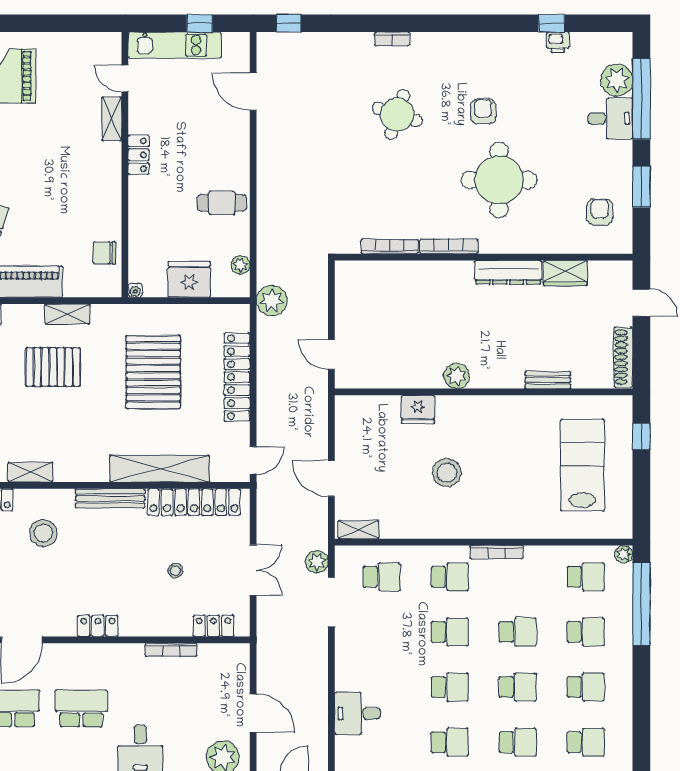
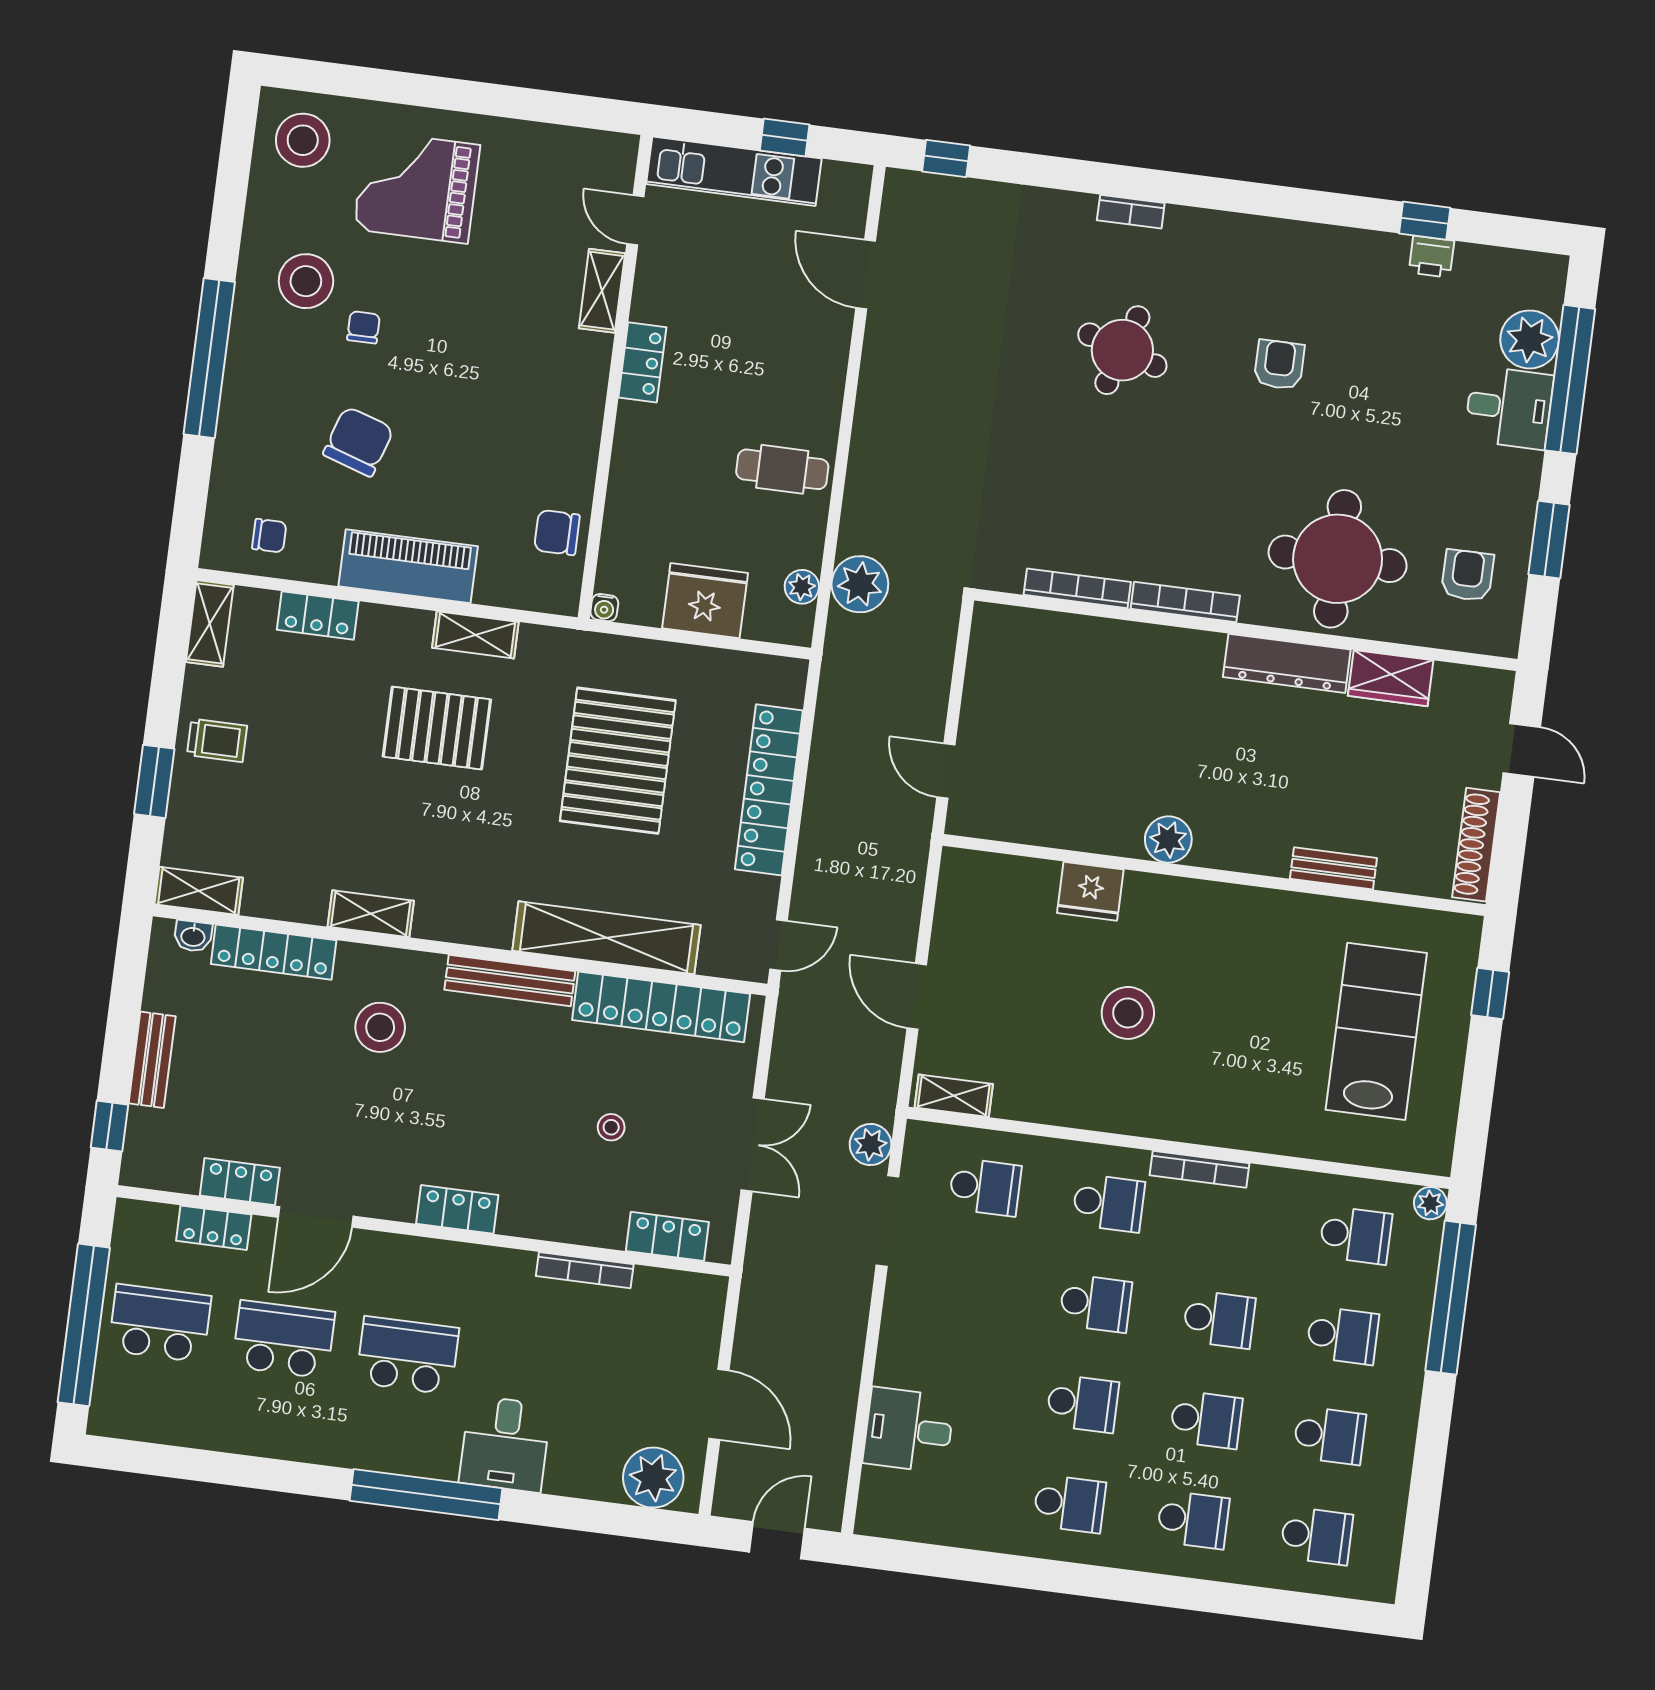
round table: (499, 180) -> (1338, 559), moved
plant: (272, 301) -> (860, 584), moved

